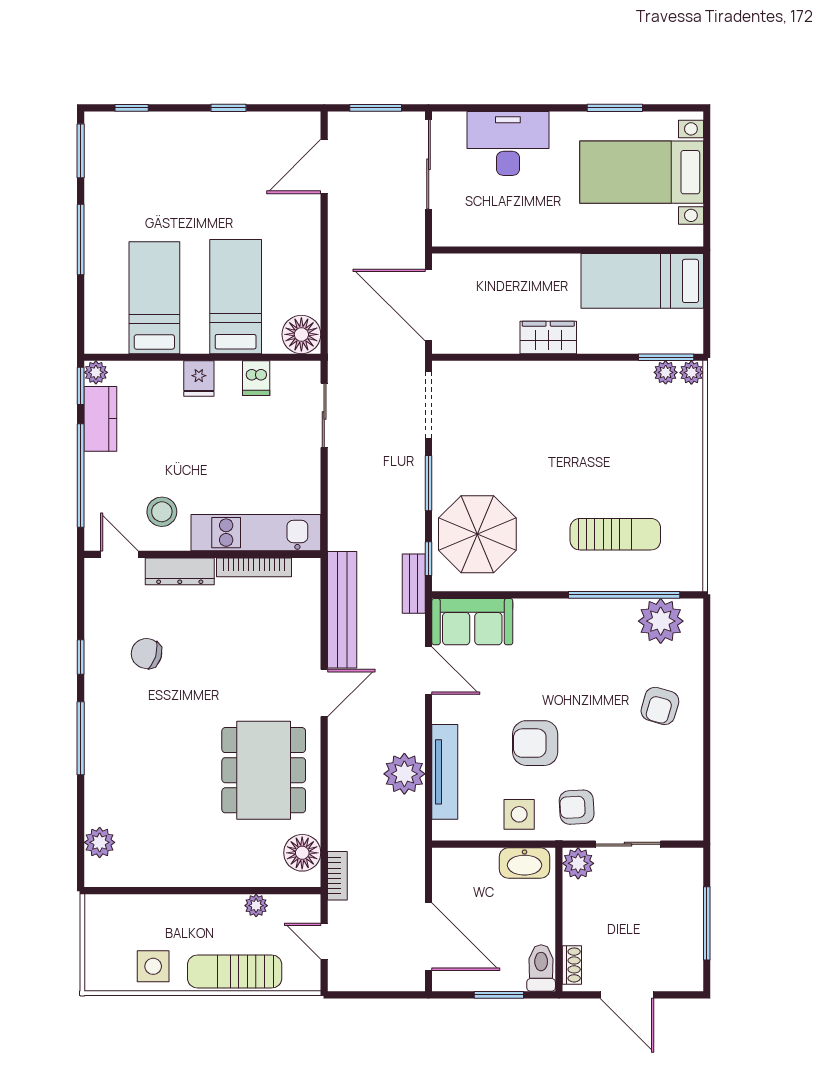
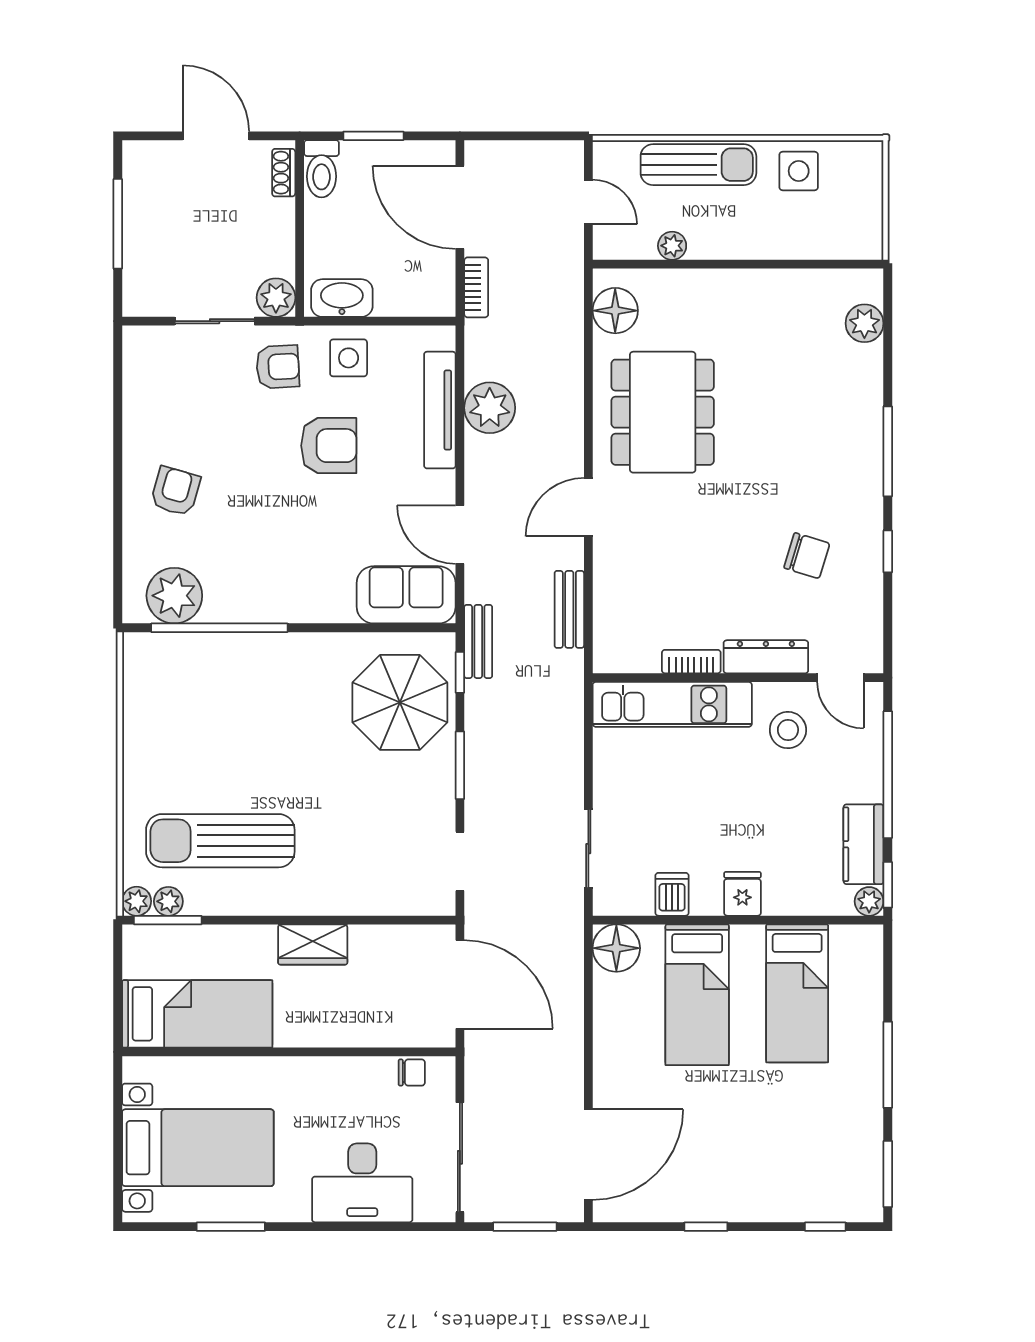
door: (324, 166) -> (588, 1155), width x1.36
chair: (468, 233) -> (412, 1073), added
doorway: (429, 405) -> (460, 861), width x0.73
sun lounger: (615, 534) -> (220, 841), moved, width x1.36, depth x1.34
bookcase: (254, 567) -> (691, 662), width x0.64
bench: (342, 610) -> (569, 609), width x0.54, depth x0.82
bookcase: (337, 876) -> (476, 287), moved, turned 180

